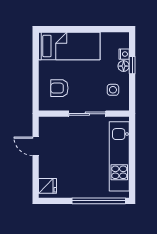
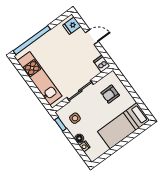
window: (132, 65) -> (60, 124), moved
armchair: (59, 88) -> (110, 94), turned 180
dishwasher: (45, 125) -> (102, 64), added
door: (36, 146) -> (92, 37), moved

